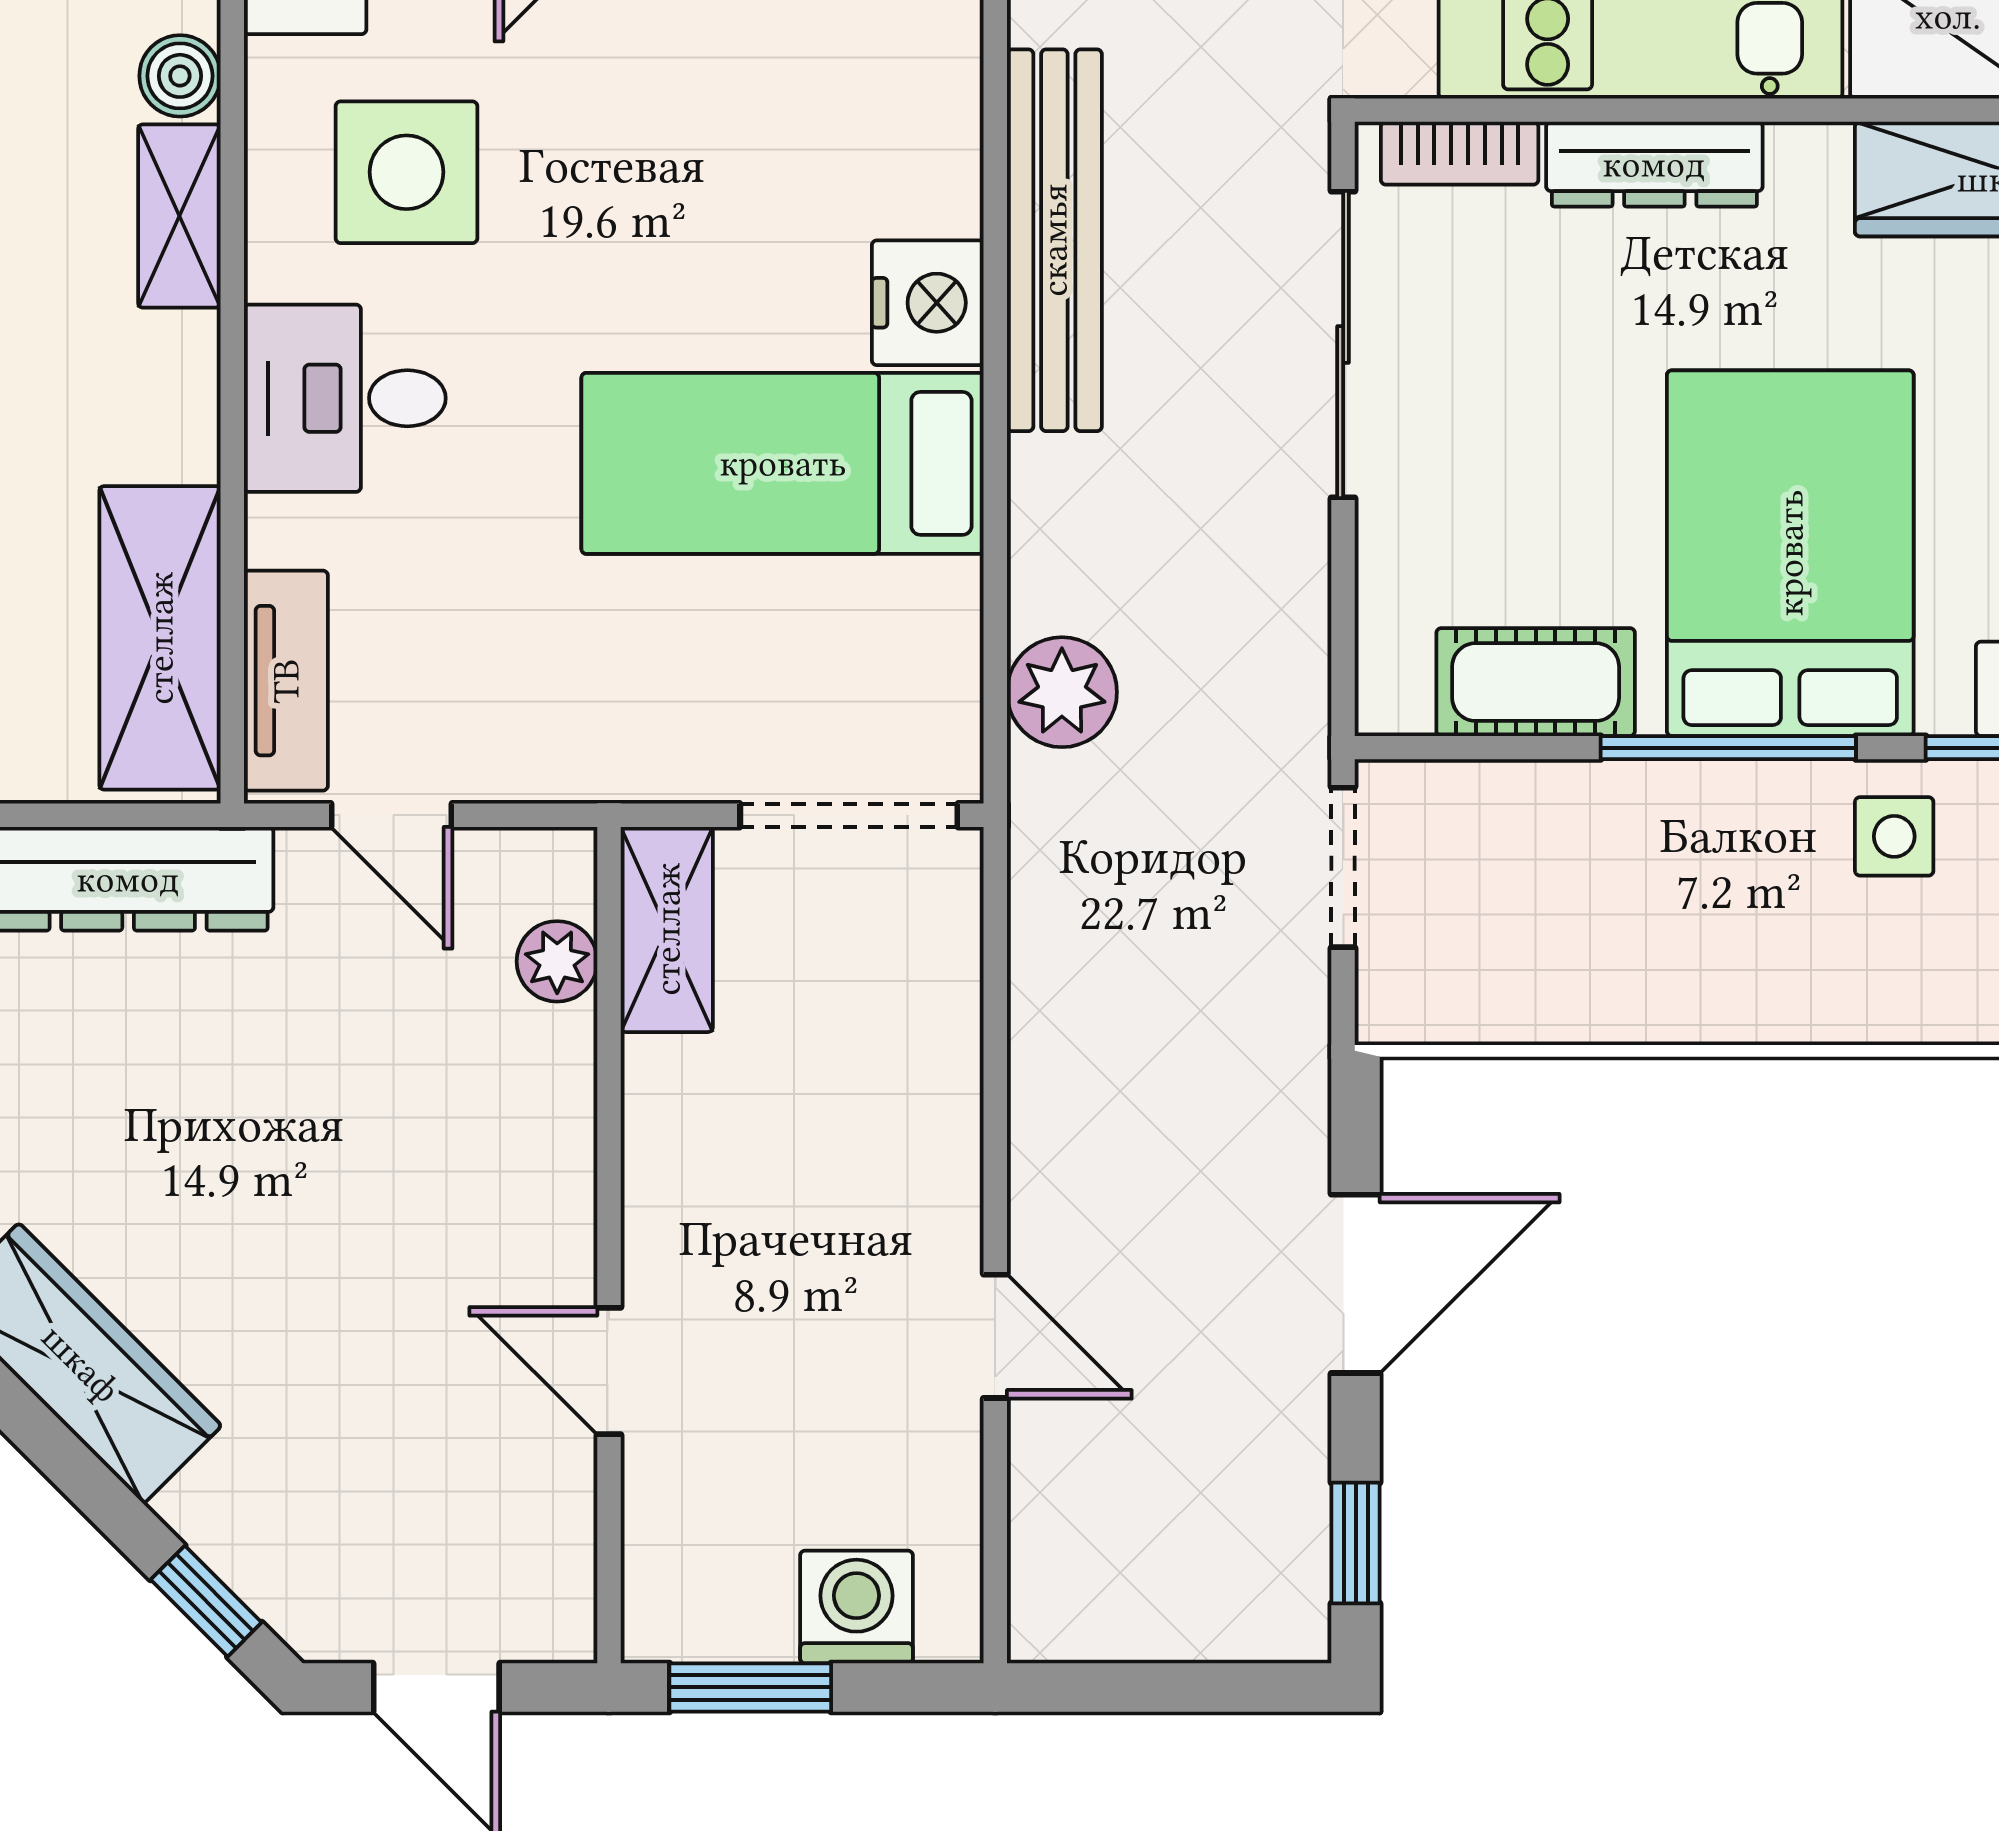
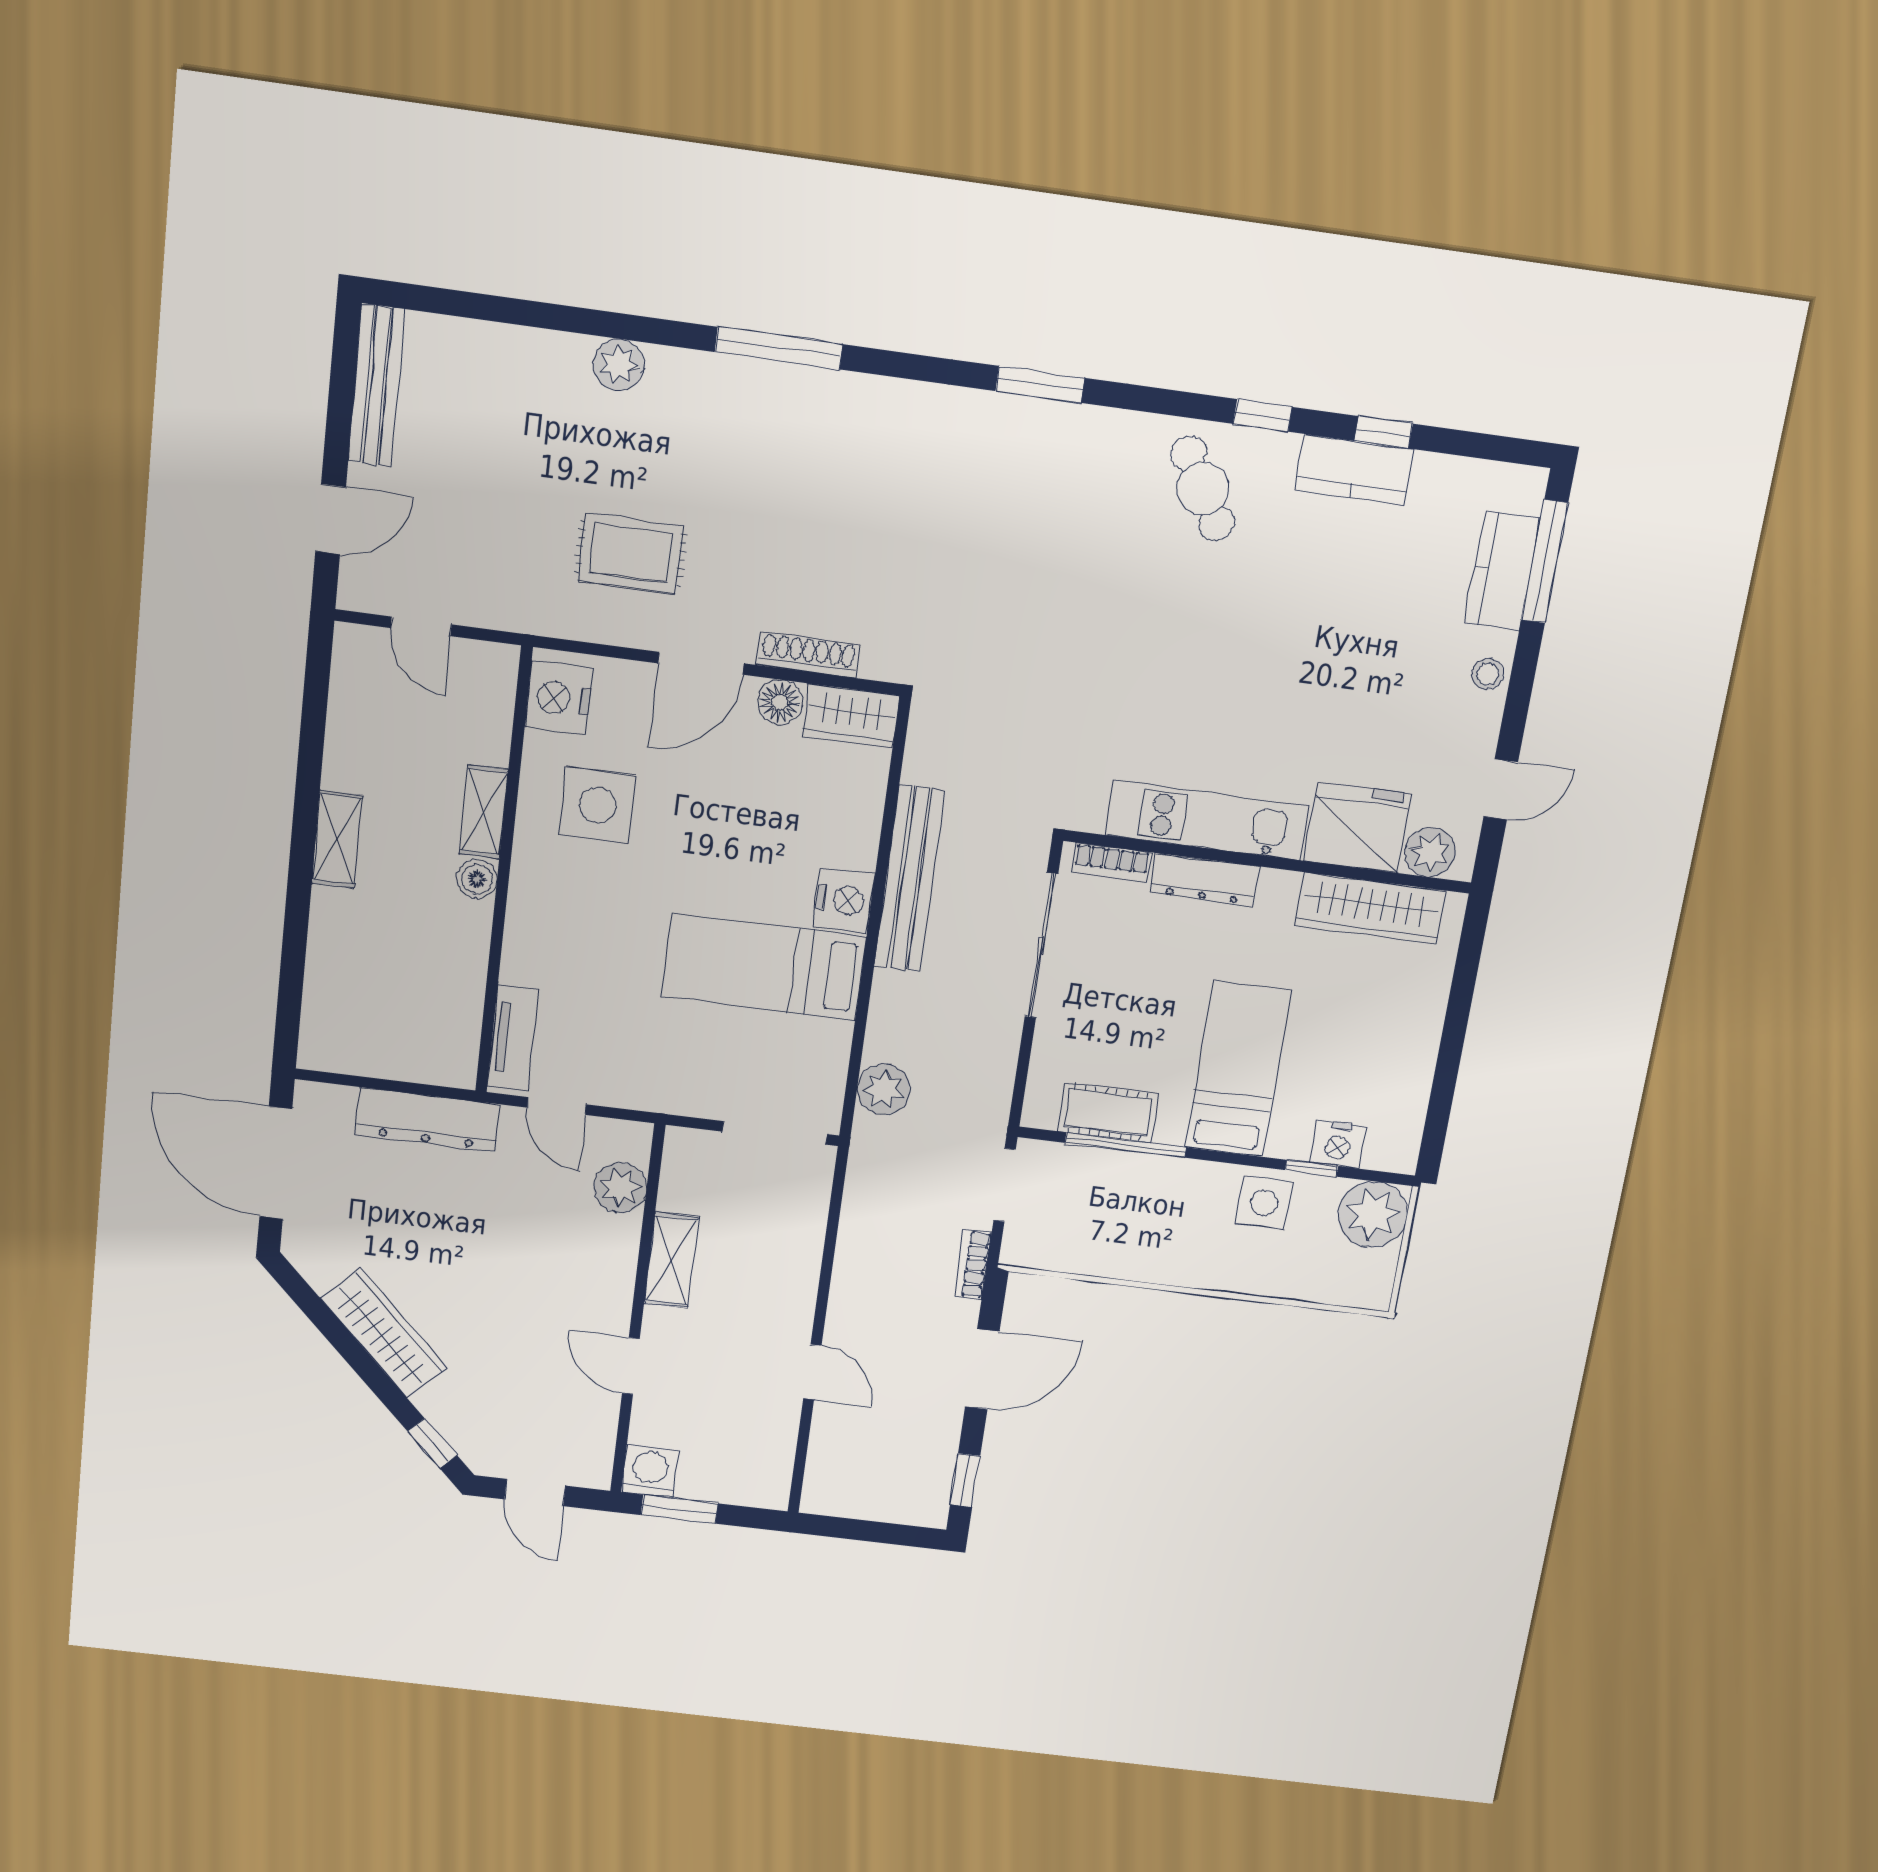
boiler: (180, 76) -> (477, 879), moved
desk: (345, 398) -> (555, 909), removed
bed: (1790, 553) -> (1238, 1069), width x0.67
shelving: (160, 638) -> (454, 1010), removed
window: (1728, 748) -> (1126, 1145), moved
side table: (1894, 836) -> (1264, 1203), width x1.37, depth x1.37
shelving: (667, 929) -> (671, 1260), moved
plant: (557, 961) -> (620, 1188), width x1.38, depth x1.38
bookcase: (1301, 1051) -> (973, 1264), added
washing machine: (856, 1607) -> (650, 1471), moved

